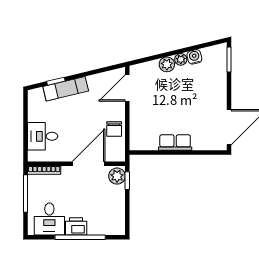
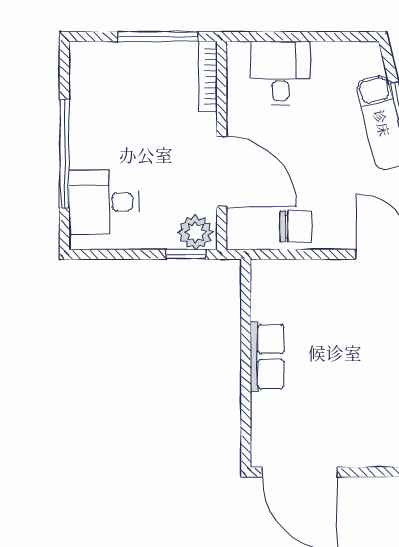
chair: (114, 129) -> (296, 226), turned 180
desk: (49, 219) -> (104, 202), moved
printer: (76, 226) -> (88, 145), removed

